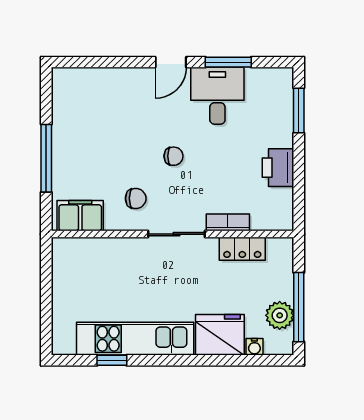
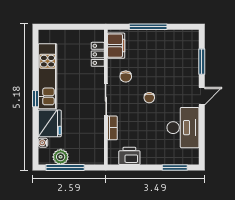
door: (171, 62) -> (202, 96), swing flipped
window: (228, 62) -> (202, 62), moved
desk: (217, 96) -> (183, 128), width x1.37
printer: (278, 168) -> (129, 156), moved
locker: (242, 249) -> (98, 54), moved
window: (112, 360) -> (36, 99), moved

